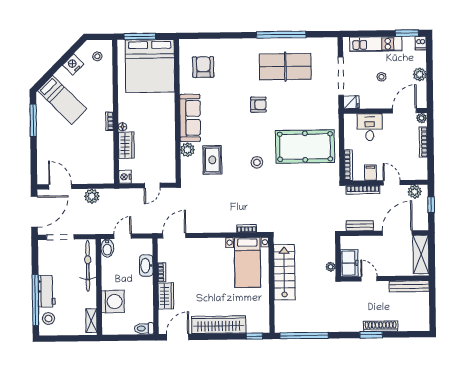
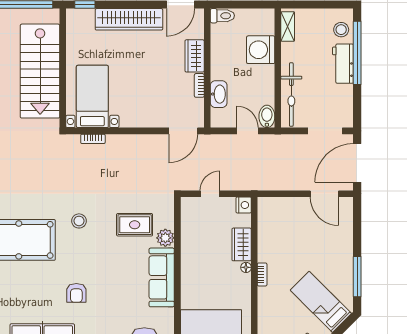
armchair: (258, 105) -> (76, 293), turned -90
rug: (212, 160) -> (135, 225), turned 90
plant: (92, 196) -> (285, 181), removed
door: (123, 236) -> (248, 131), swing flipped
stairs: (284, 272) -> (40, 71), width x1.36, depth x1.51

